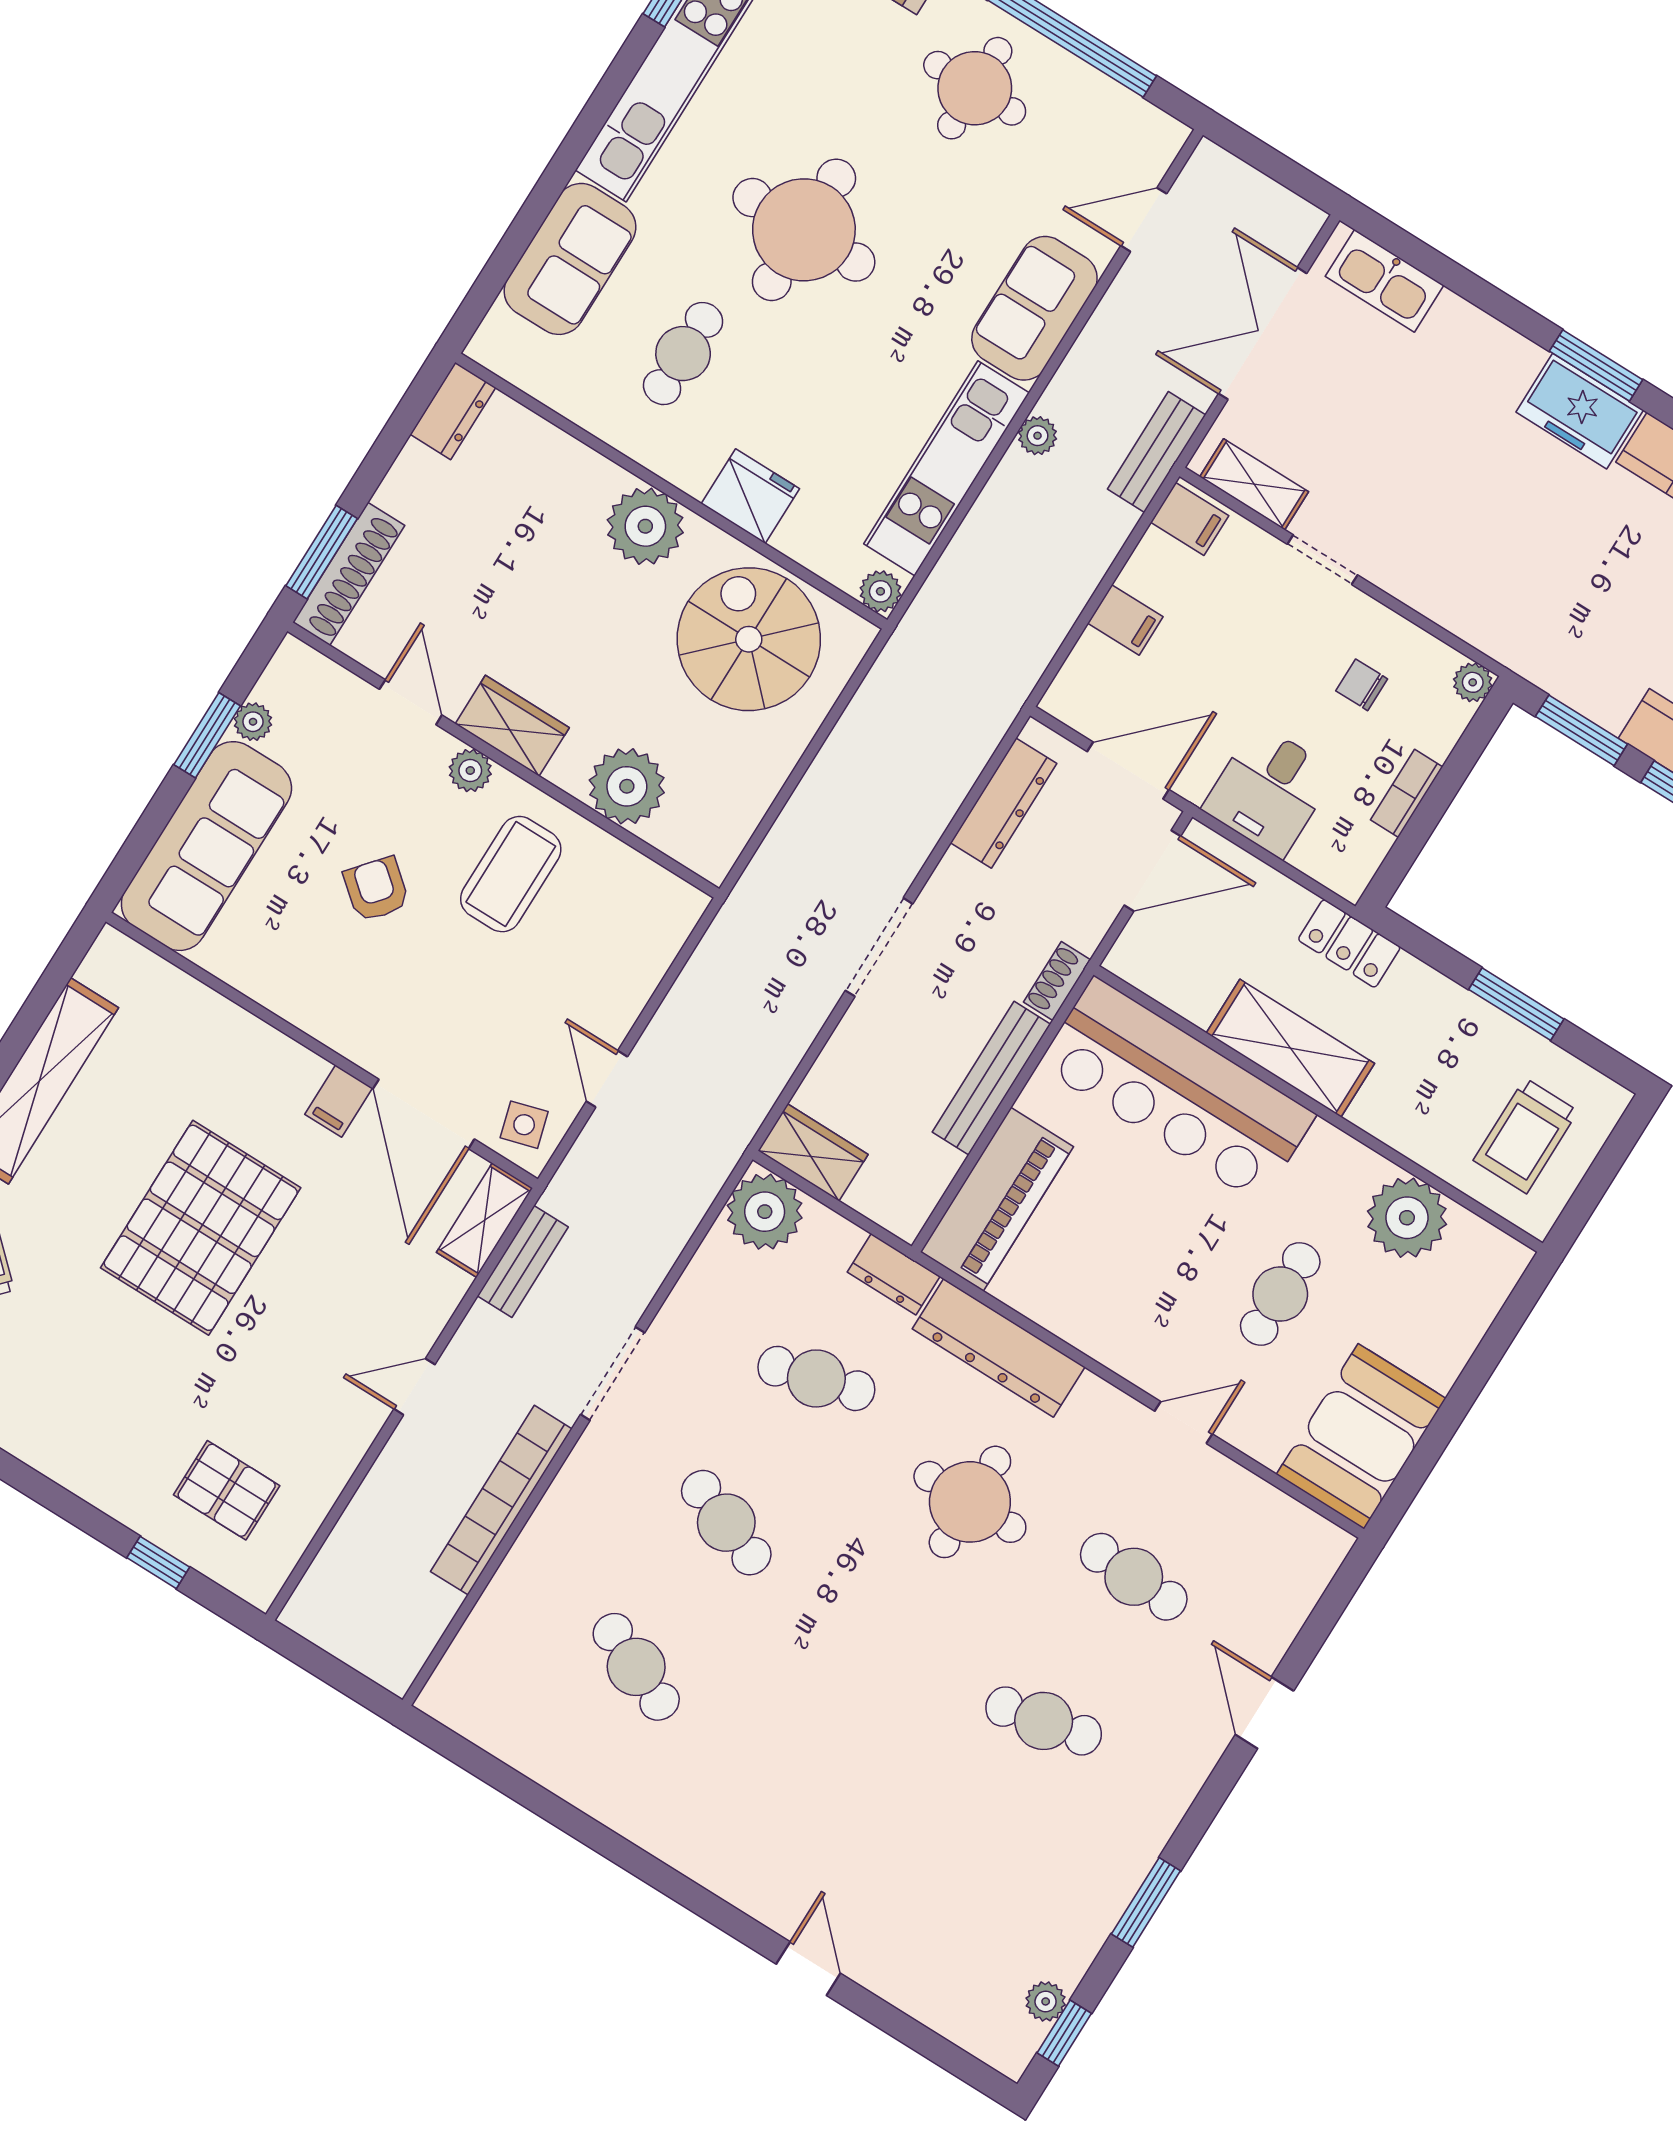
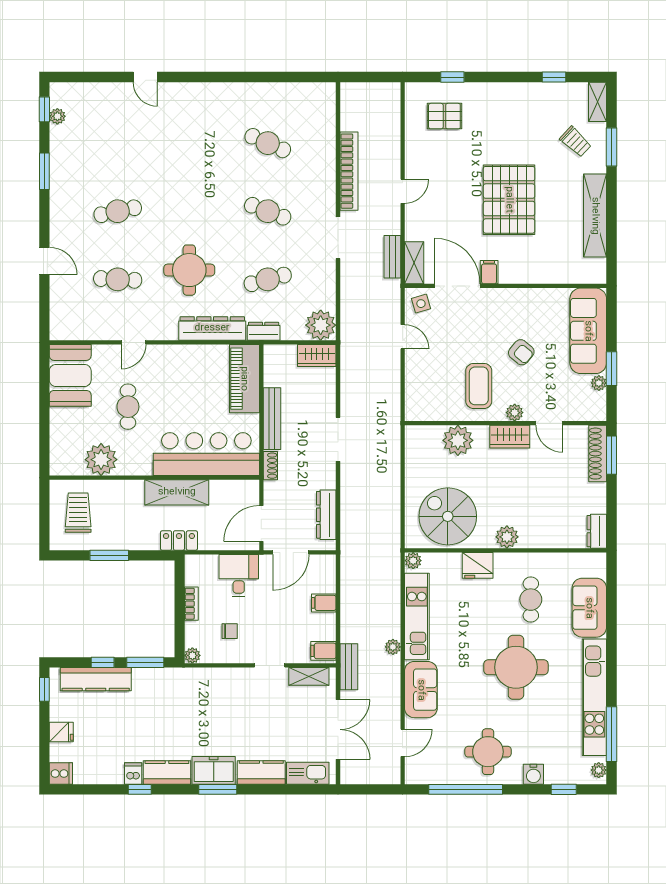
kitchen counter: (1482, 344) -> (261, 772), added
plant: (645, 526) -> (507, 537), width x0.73, depth x0.73
spiral stairs: (749, 639) -> (448, 516), turned 180

